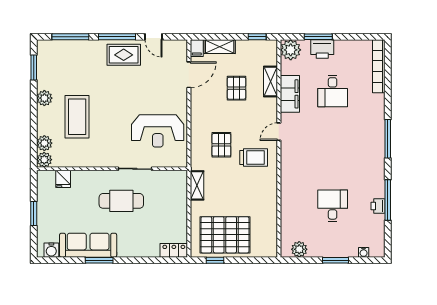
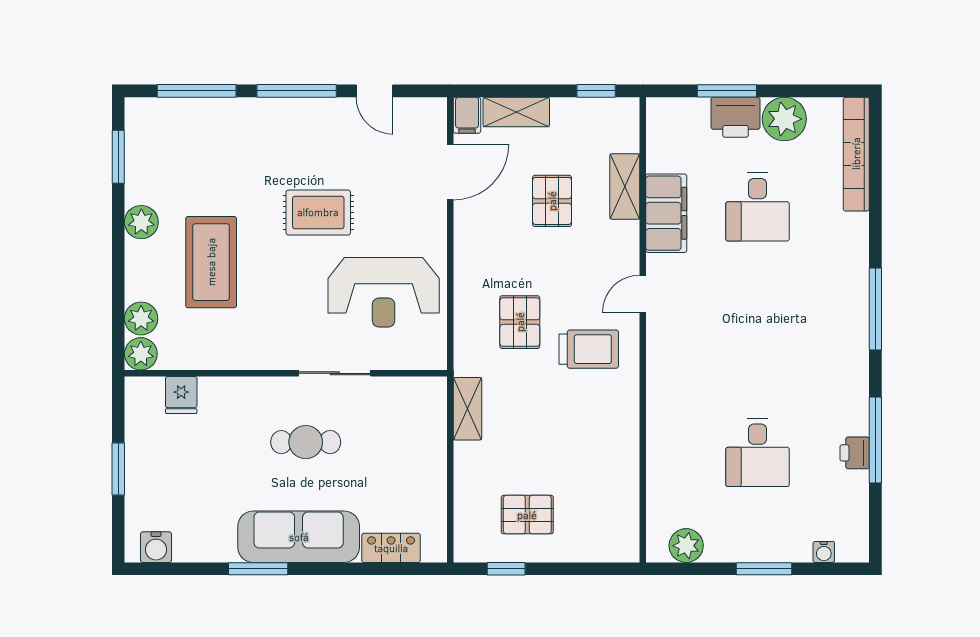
plant: (291, 50) -> (784, 119), moved
rug: (124, 55) -> (318, 212), moved
cafe table: (121, 201) -> (306, 442), width x0.73, depth x0.74
desk: (333, 206) -> (758, 453), turned 180
pallet: (225, 235) -> (527, 515), width x0.49, depth x0.50
sofa: (88, 245) -> (299, 537), moved
locker: (174, 250) -> (391, 548), moved

